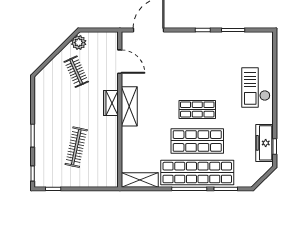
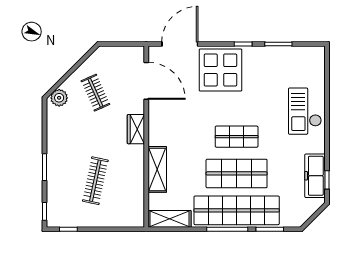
plant: (79, 43) -> (59, 98), moved
display table: (183, 52) -> (220, 70), added
door: (120, 62) -> (146, 81), width x1.36
shelving: (129, 106) -> (157, 169), moved

